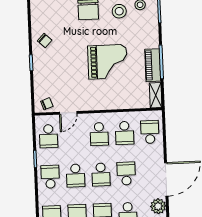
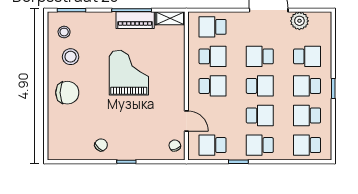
school desk: (49, 136) -> (213, 145), turned 180

